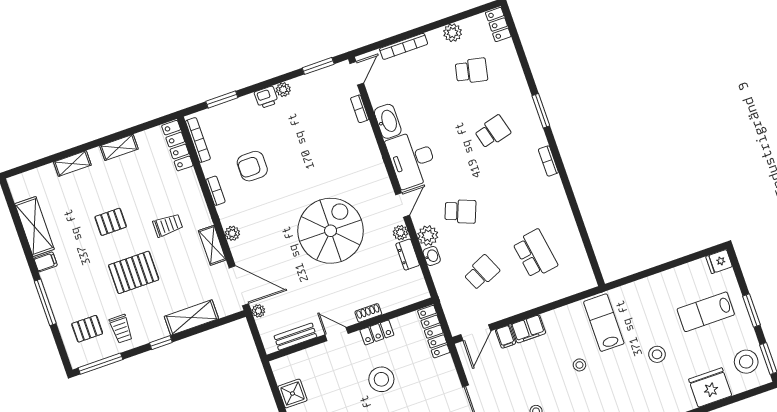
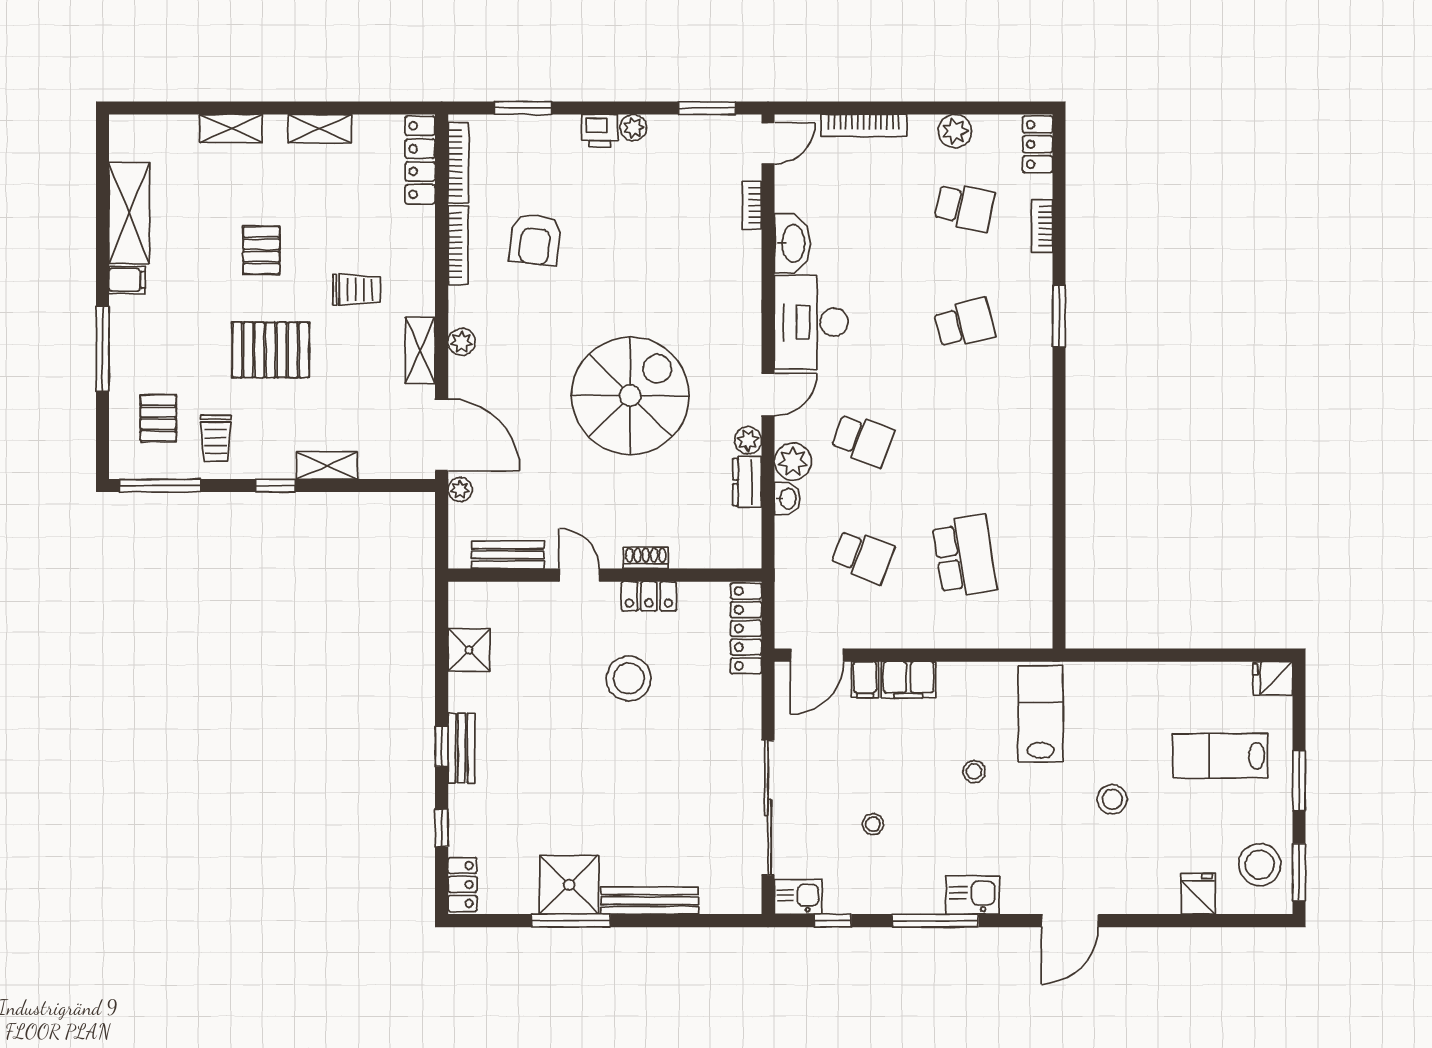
bookcase: (548, 161) -> (1042, 226), moved
armchair: (252, 166) -> (535, 239), turned -84
bookcase: (215, 191) -> (458, 245), width x1.56
pallet: (111, 222) -> (261, 250), turned 90
school desk: (482, 272) -> (863, 556), turned 45
shelving: (191, 318) -> (327, 465), width x0.67, depth x0.75
pallet: (87, 329) -> (158, 418), turned 90
fridge: (710, 387) -> (1198, 894), width x0.53, depth x0.75

